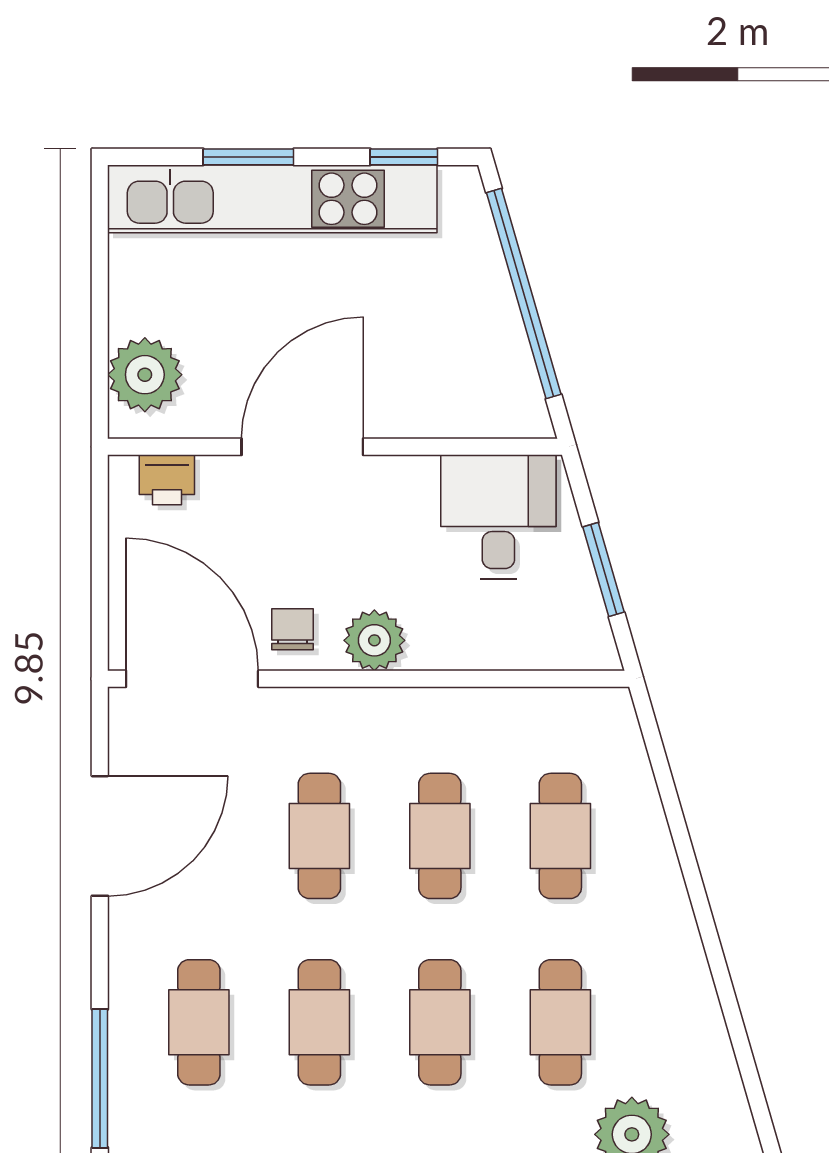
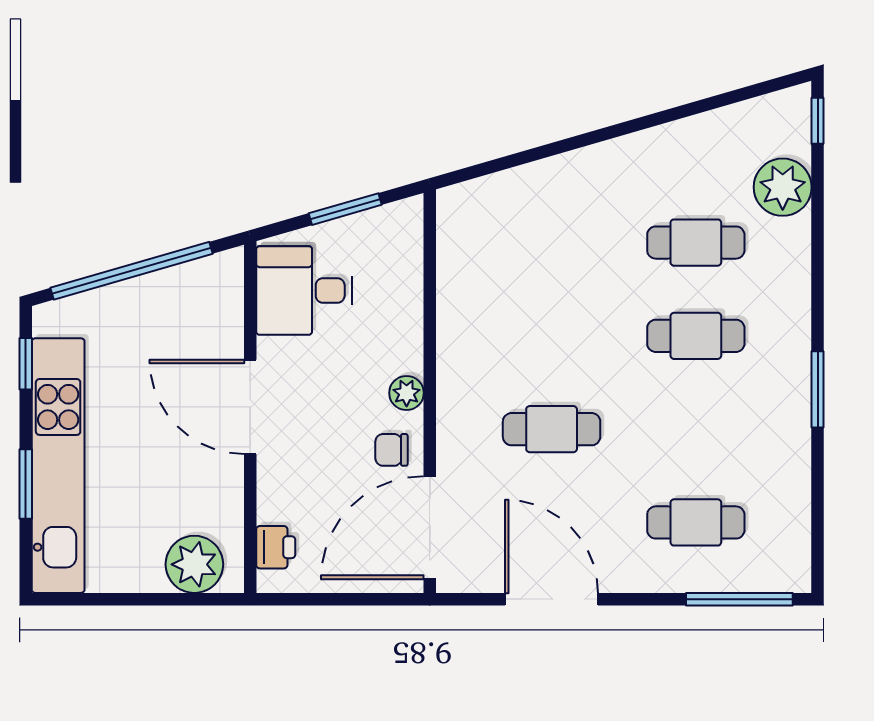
door: (302, 447) -> (250, 407), moved
plant: (374, 640) -> (407, 393), width x0.73, depth x0.73
cafe table: (440, 836) -> (552, 336), removed
cafe table: (560, 836) -> (552, 243), removed
cafe table: (319, 1022) -> (696, 429), removed

